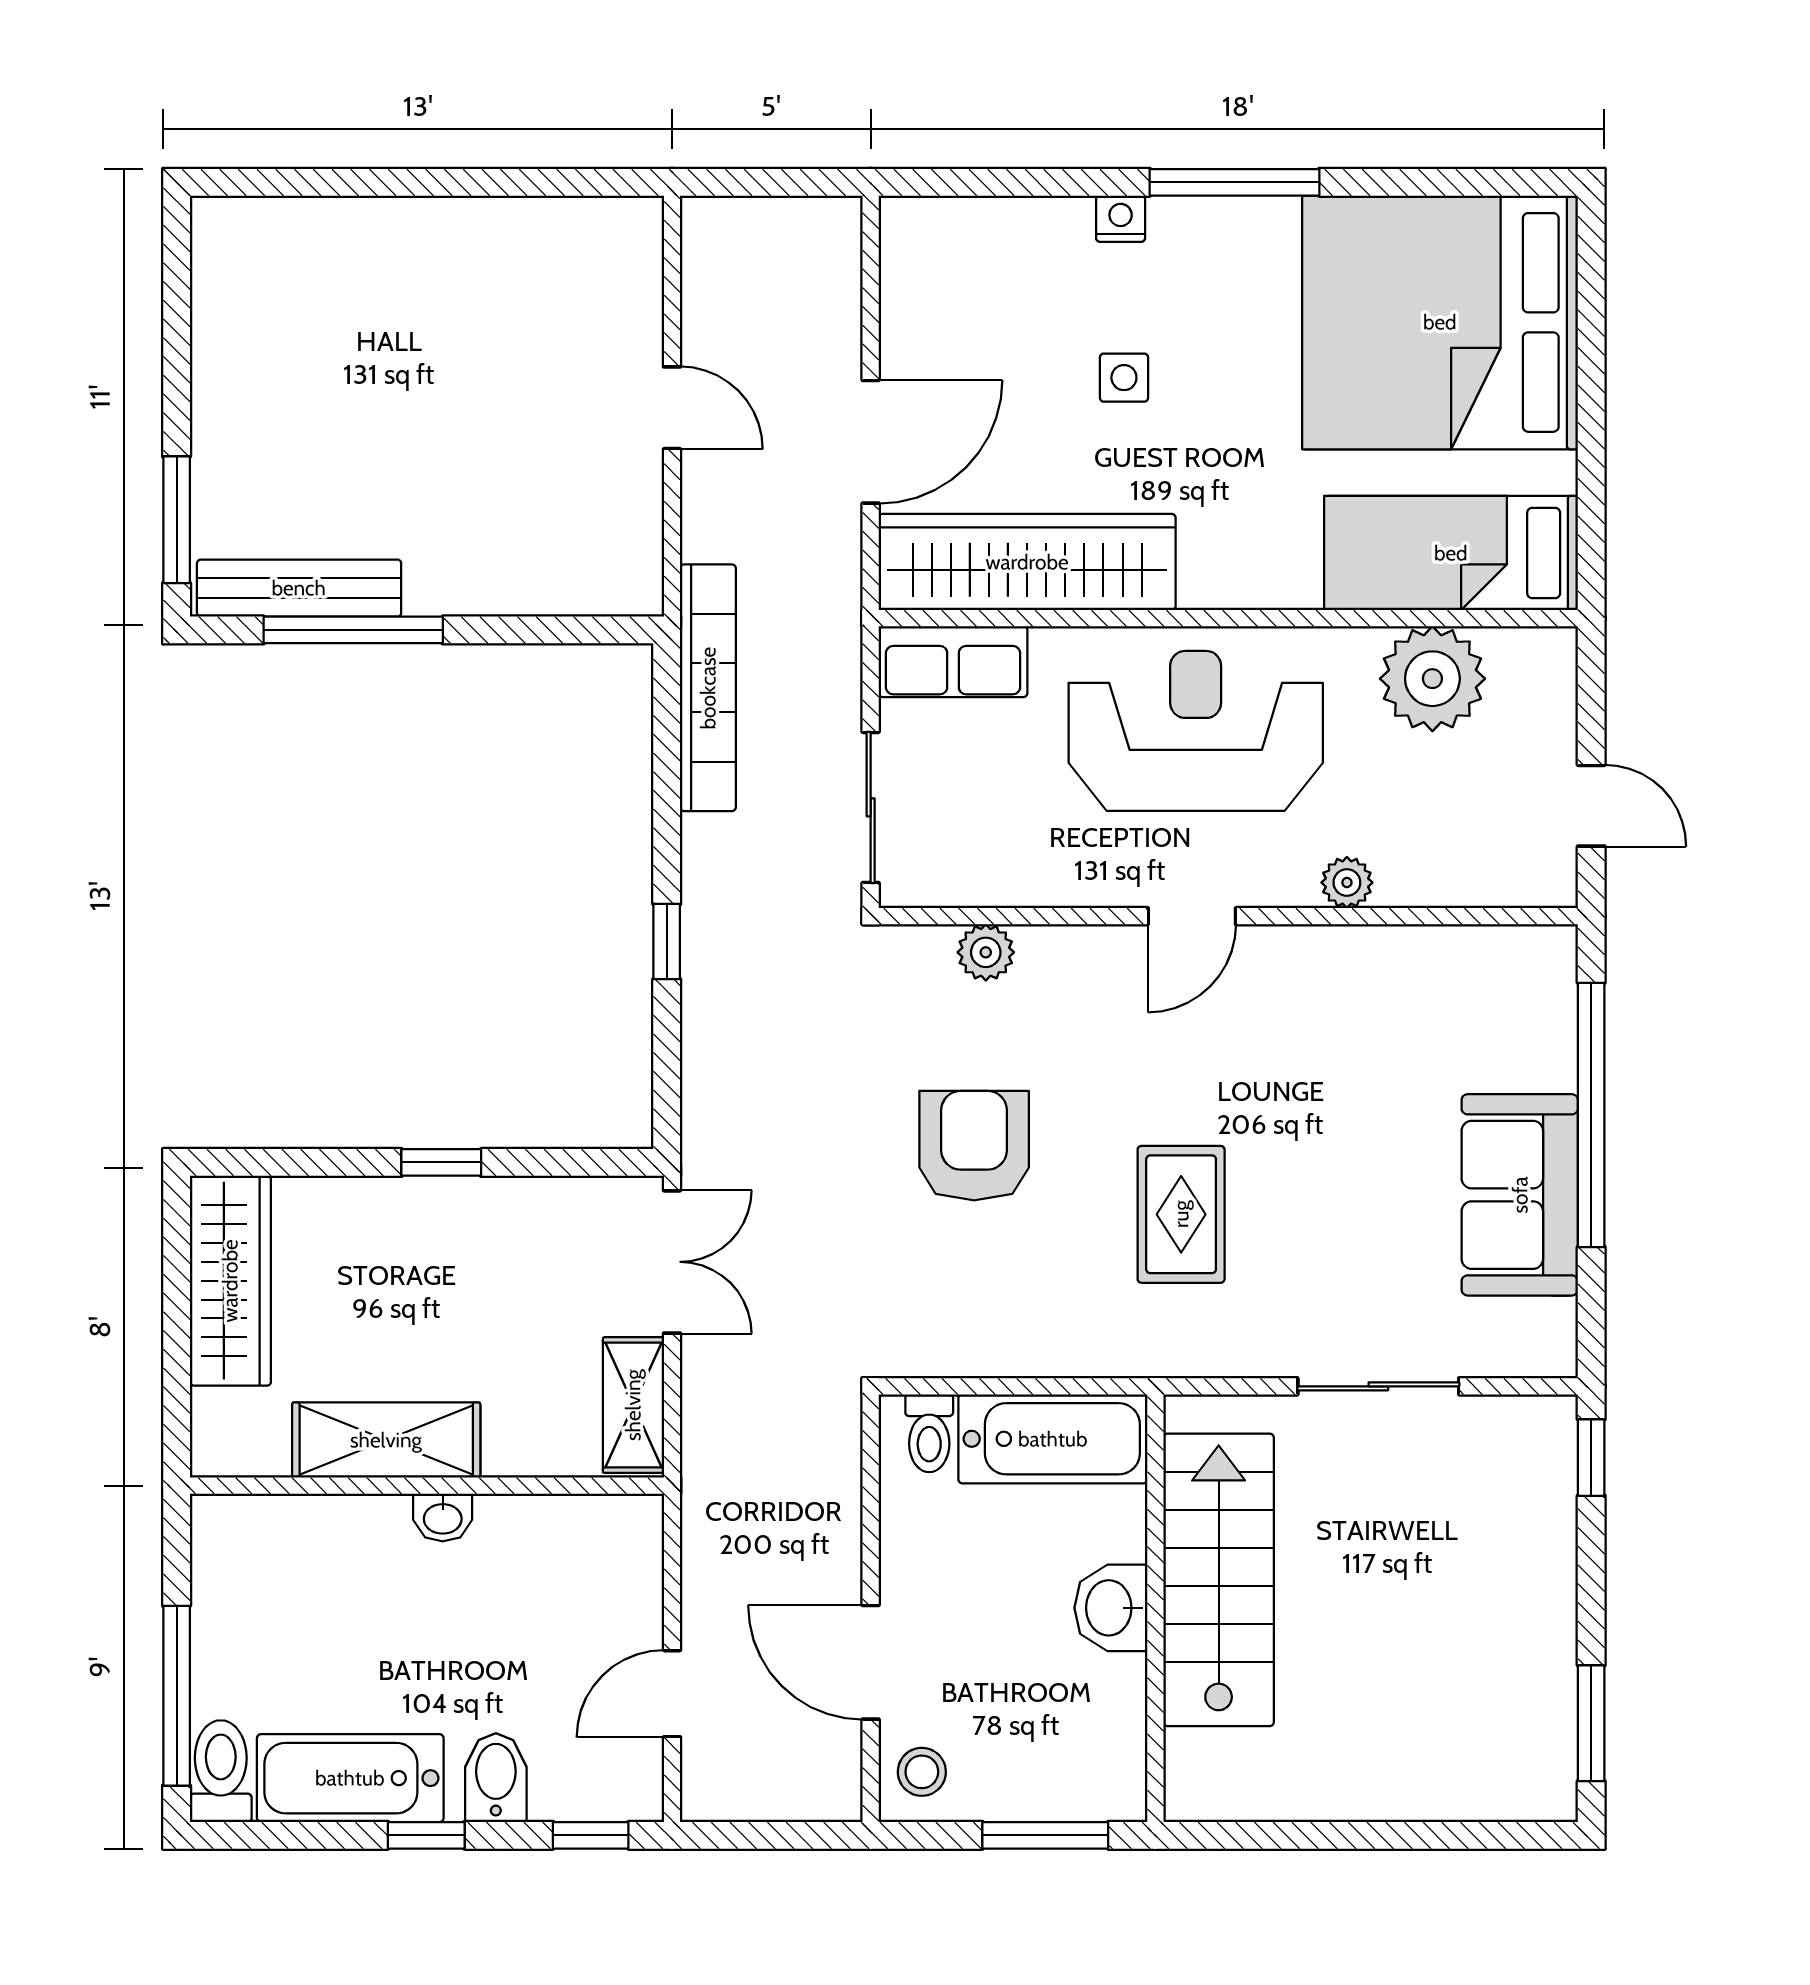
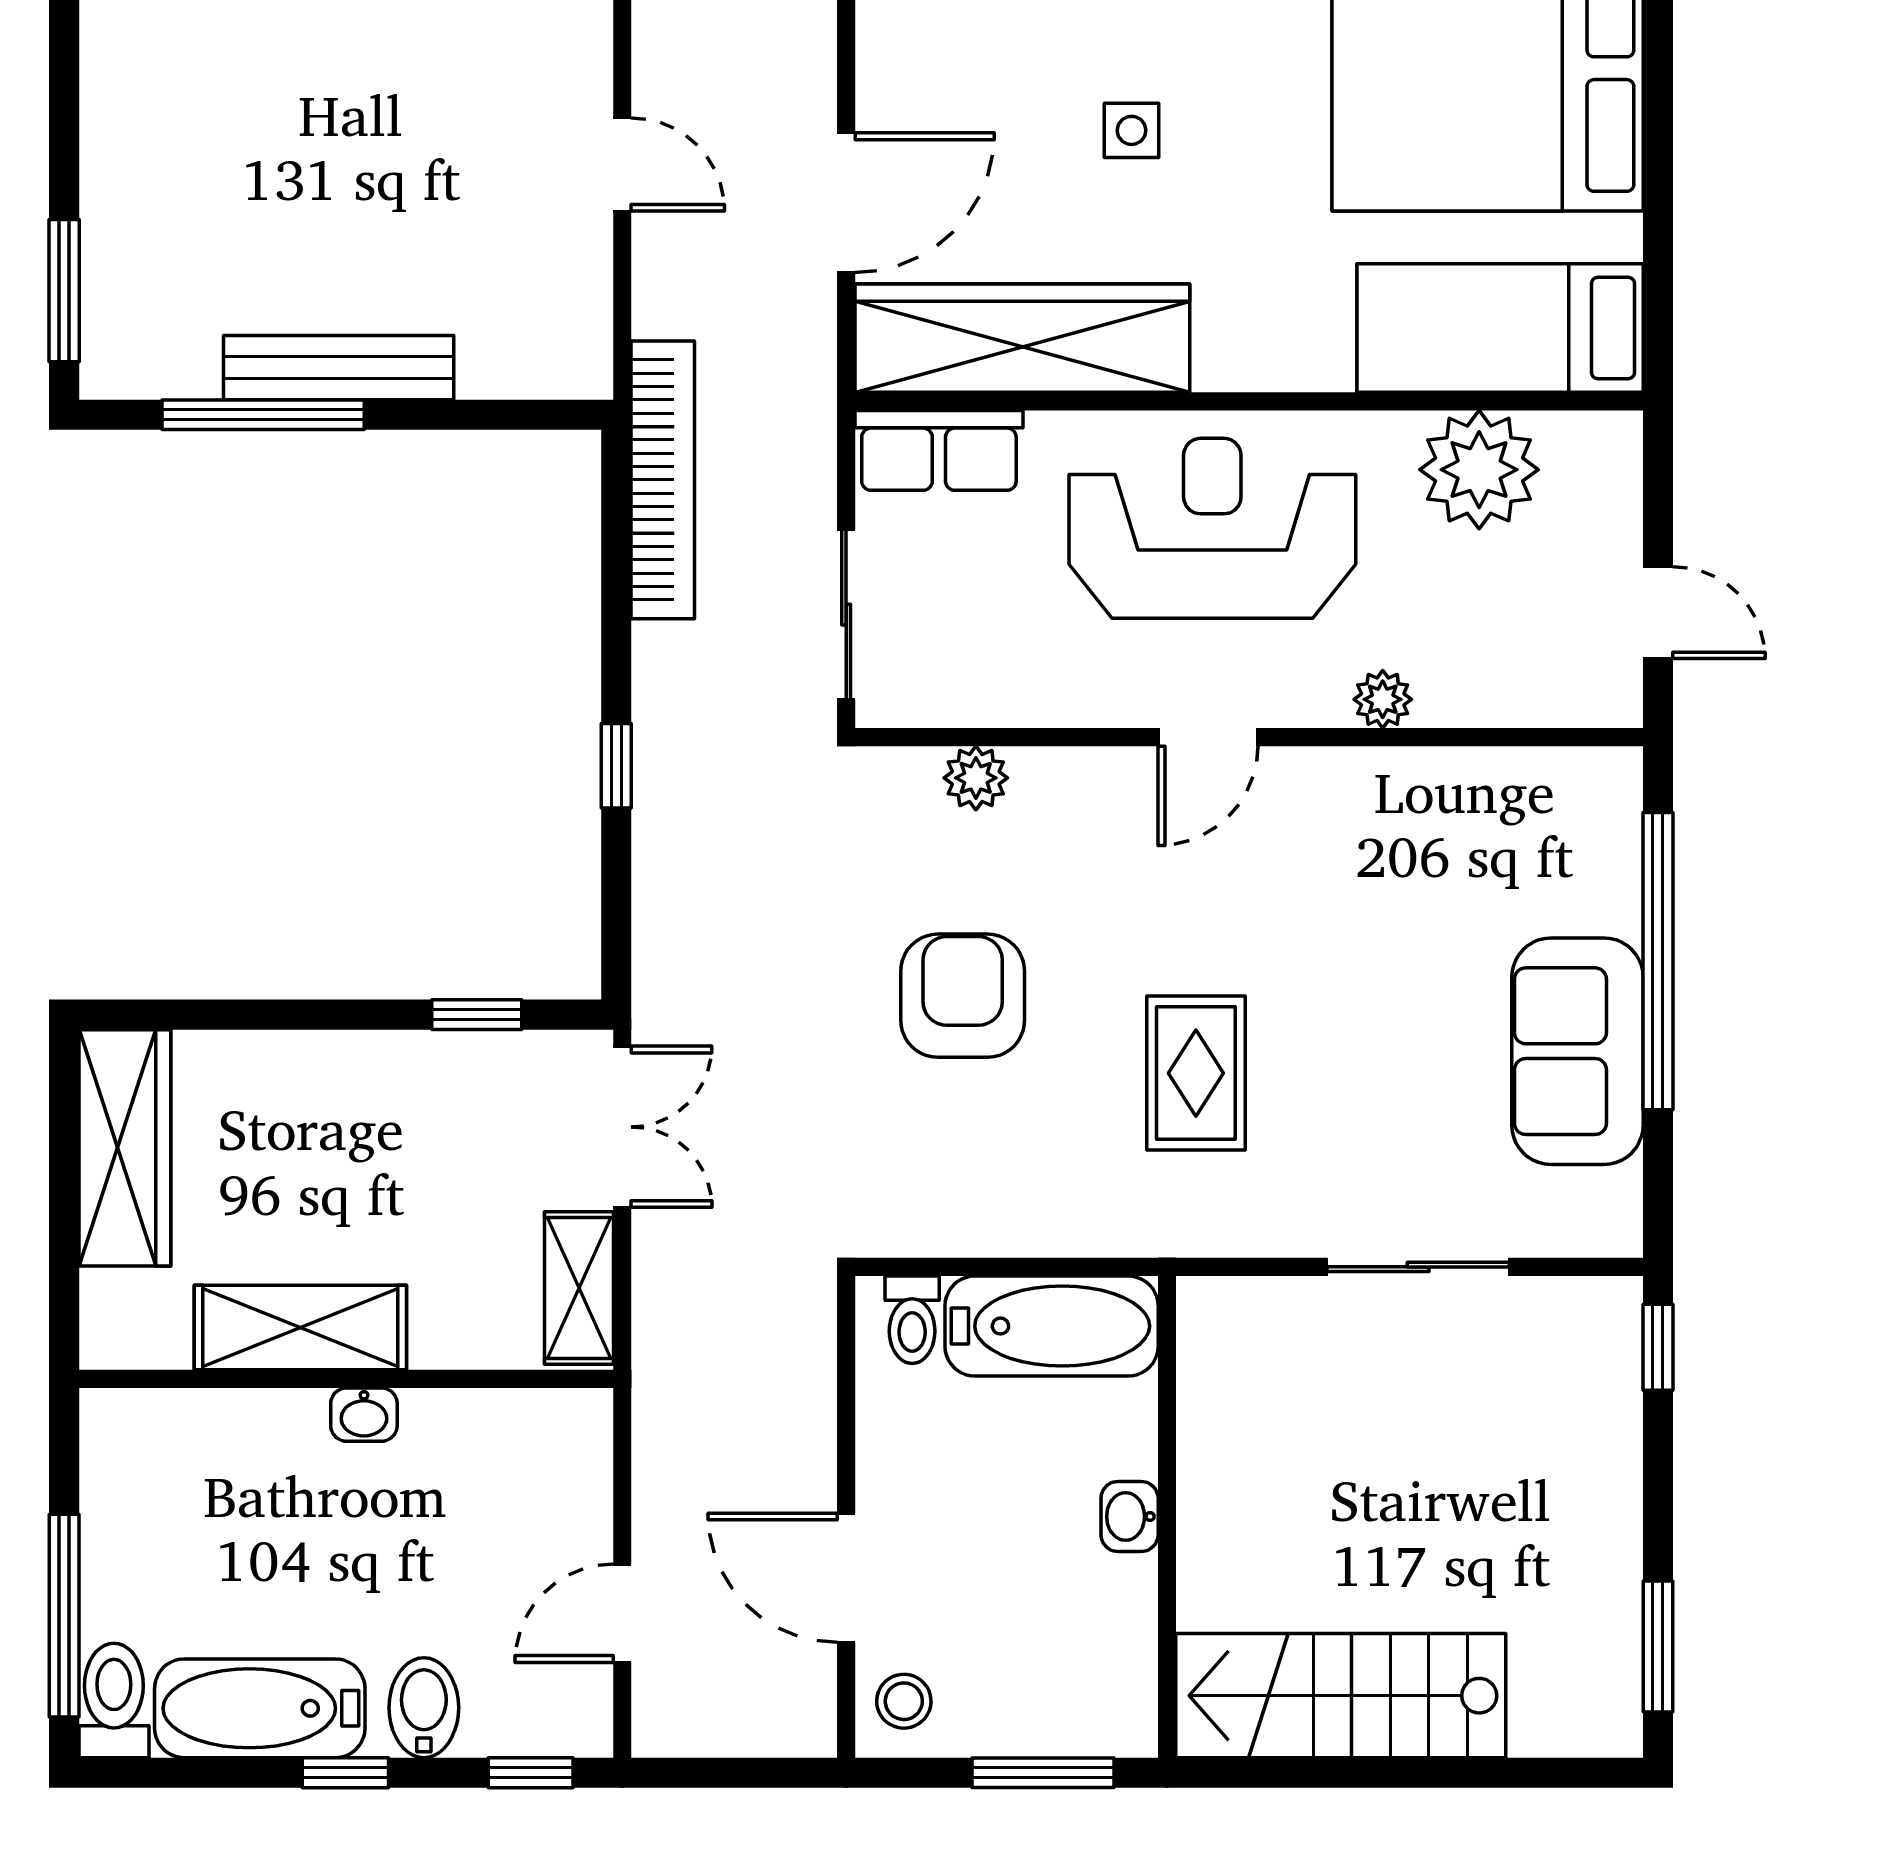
bench: (299, 588) -> (339, 368), moved
window: (441, 1162) -> (477, 1015), moved
stairs: (1219, 1580) -> (1341, 1696), moved, turned -90
washbasin: (1111, 1608) -> (1130, 1517), width x0.72, depth x0.69

